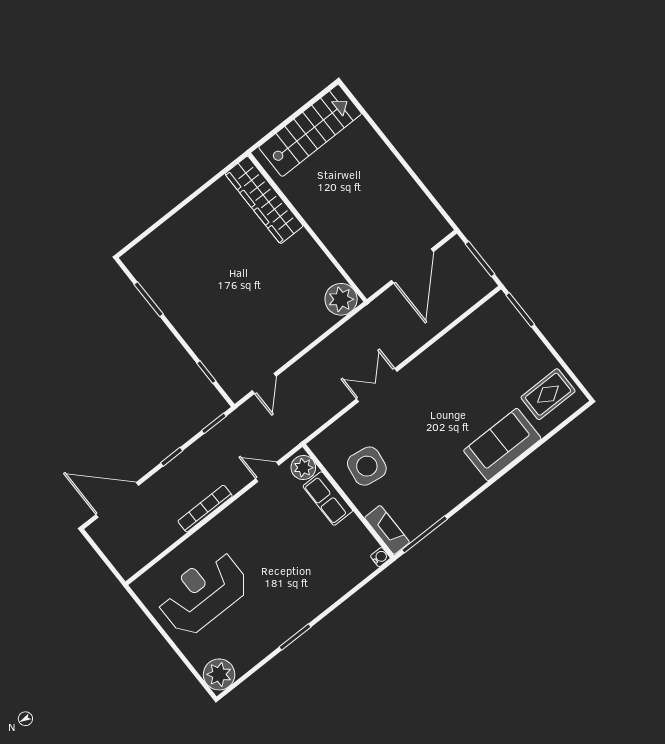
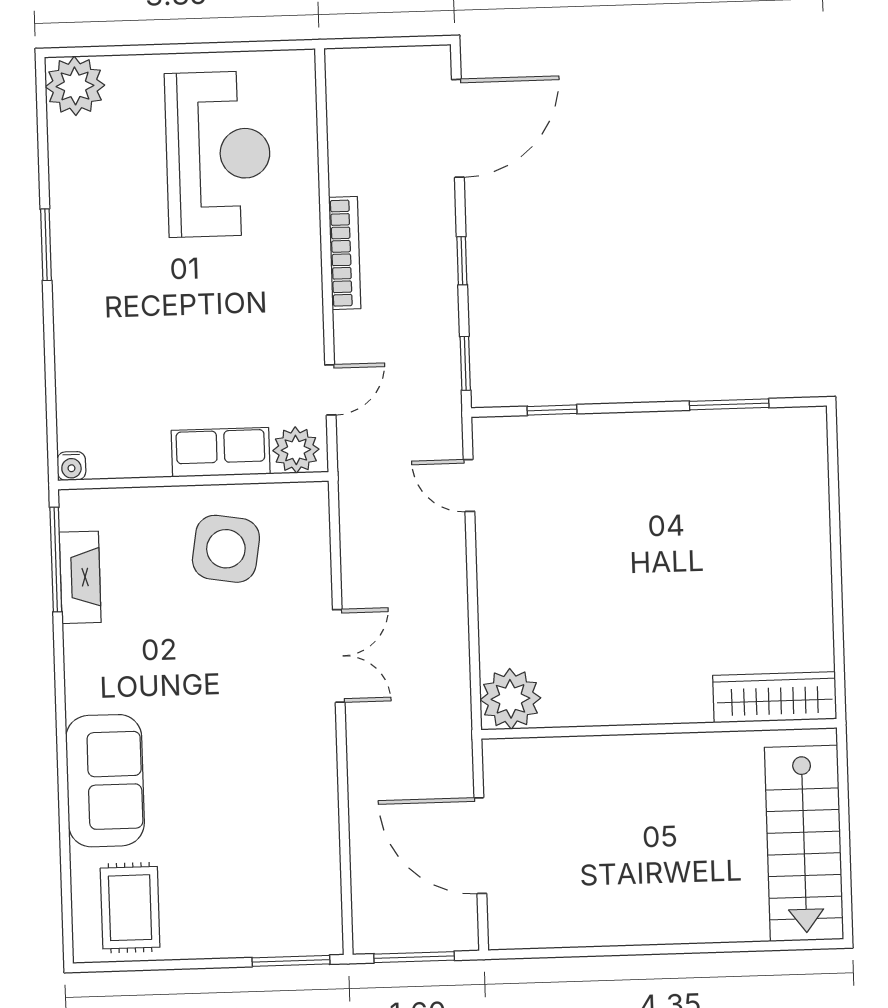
wardrobe: (264, 200) -> (775, 697), width x0.71, depth x0.85
fireplace: (387, 530) -> (80, 577), moved, turned -90

